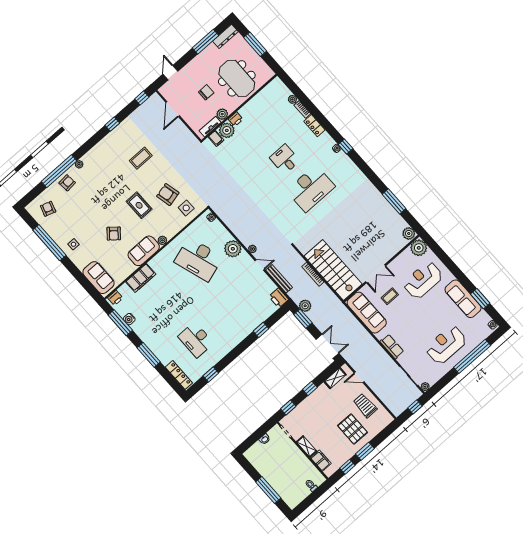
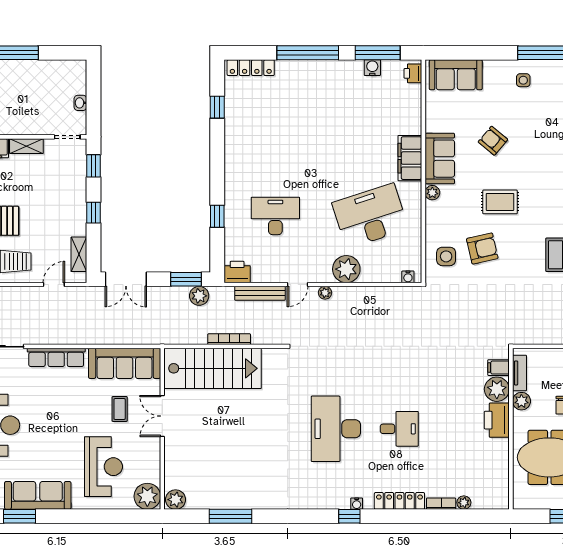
printer: (236, 119) -> (497, 420), width x1.87, depth x1.48
locker: (314, 126) -> (399, 501), width x1.53
filing cabinet: (141, 278) -> (410, 158), moved
desk: (196, 340) -> (275, 216), moved
row of seats: (392, 347) -> (56, 357), width x1.48
window: (149, 355) -> (308, 53), width x1.46

